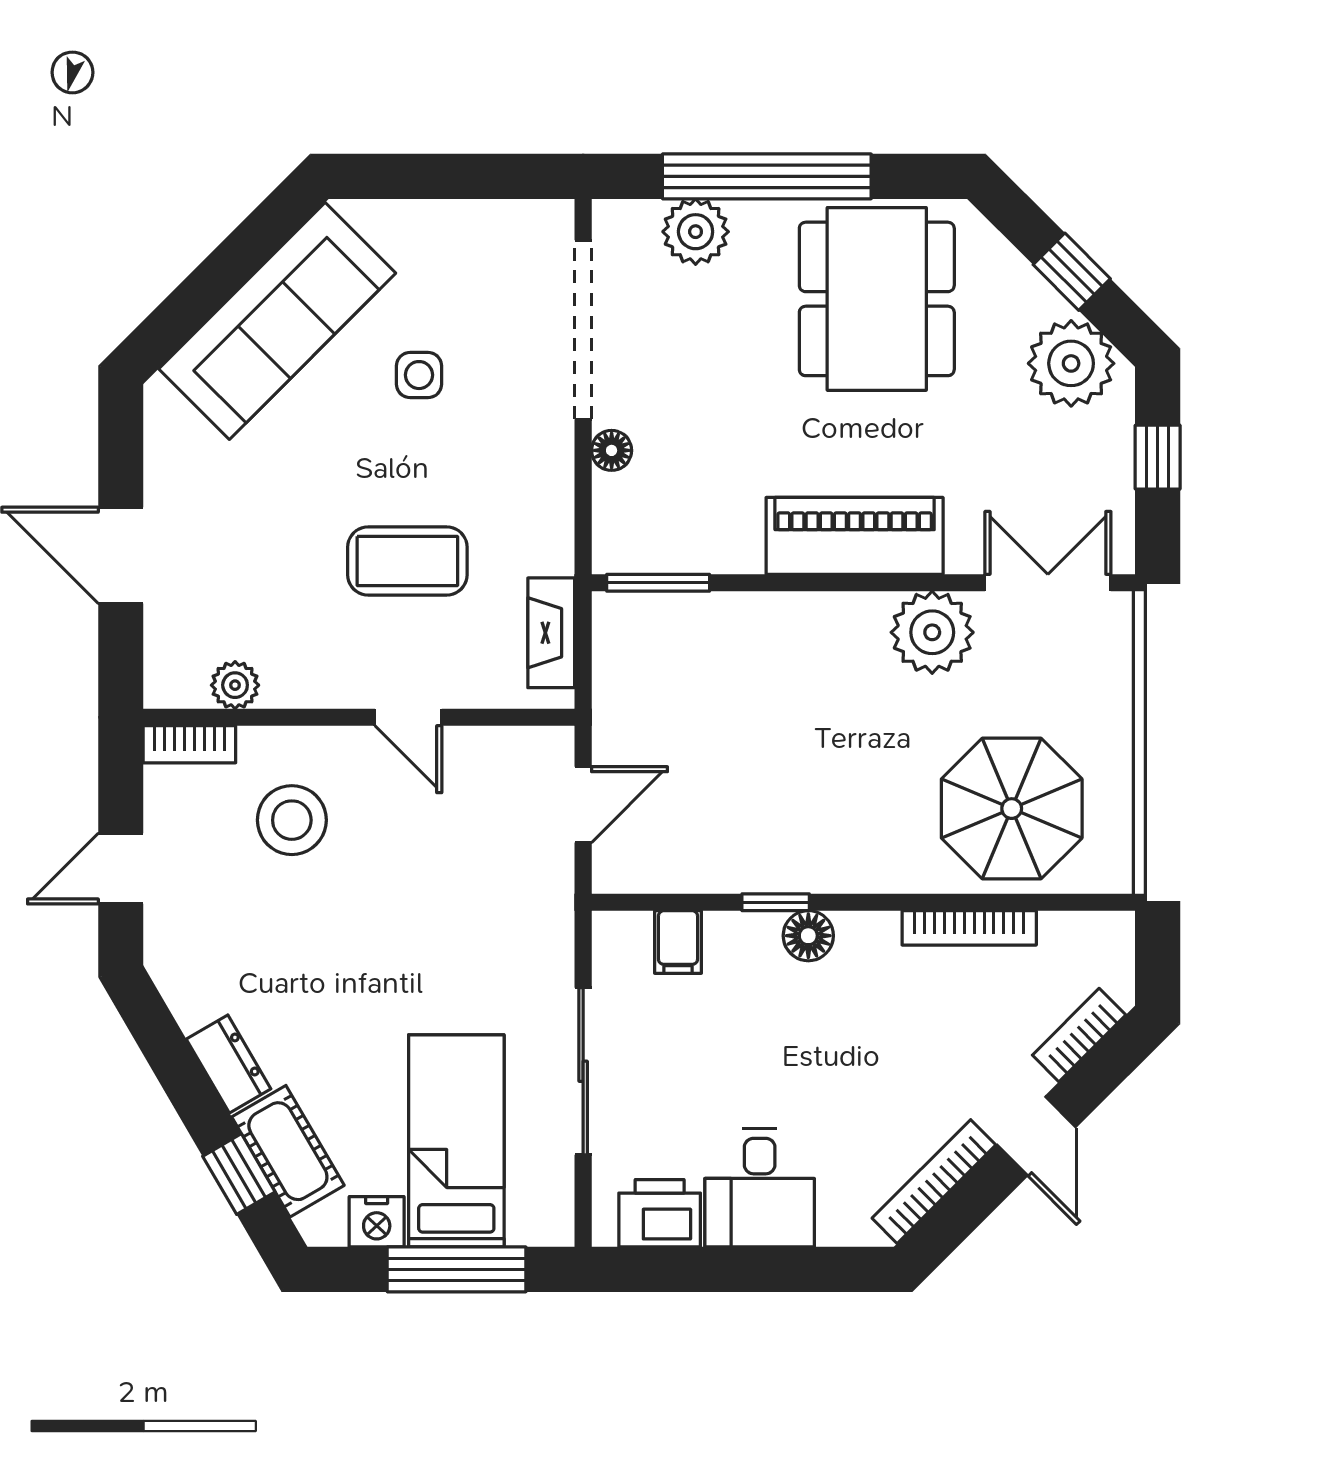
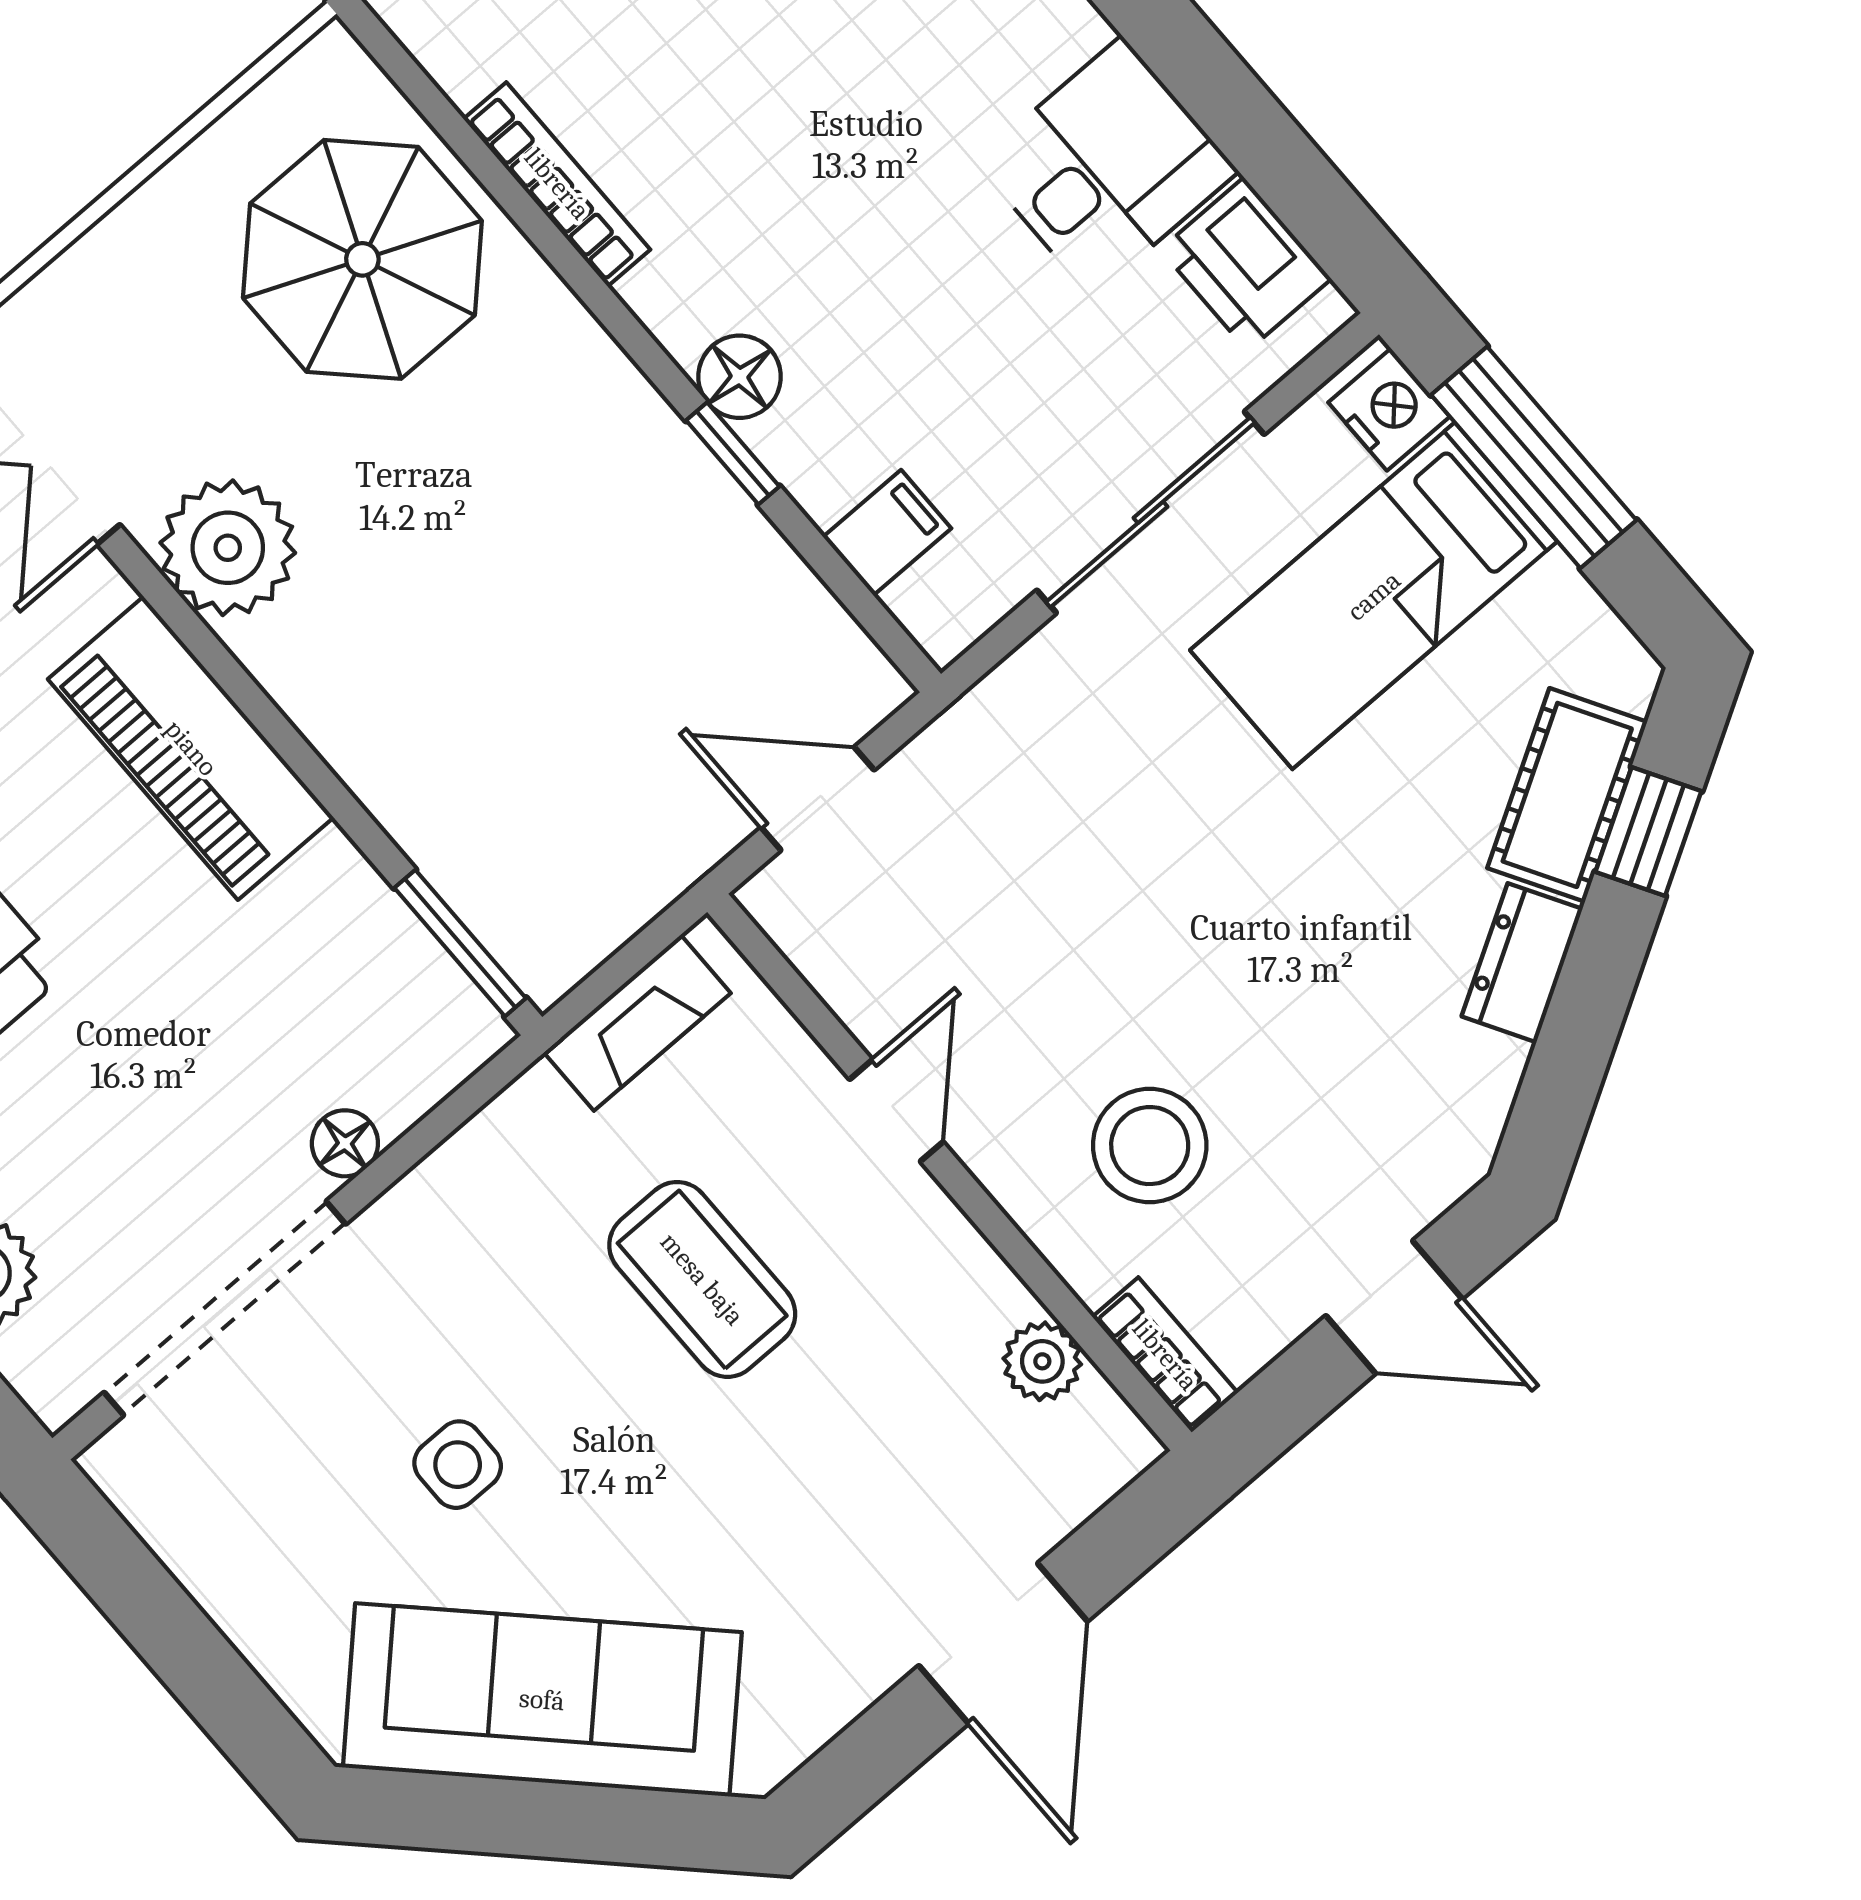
nightstand: (377, 1222) -> (1389, 410), moved

